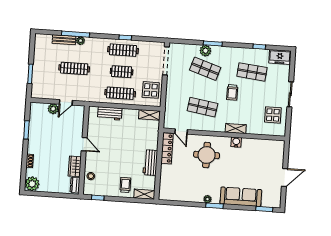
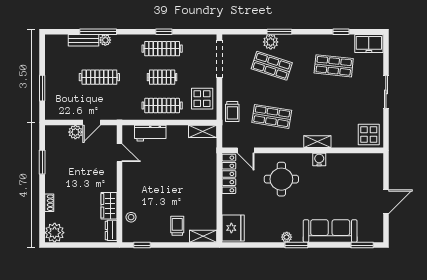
trolley: (232, 92) -> (232, 111), moved
display table: (273, 115) -> (369, 135), moved
door: (84, 144) -> (119, 153), moved
workbench: (150, 163) -> (208, 194), removed
fridge: (167, 189) -> (233, 228), added

